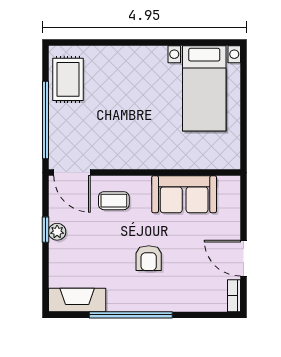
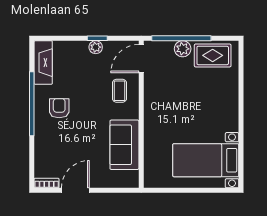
plant: (59, 118) -> (183, 49), added
armchair: (149, 258) -> (59, 108), moved, turned 90

